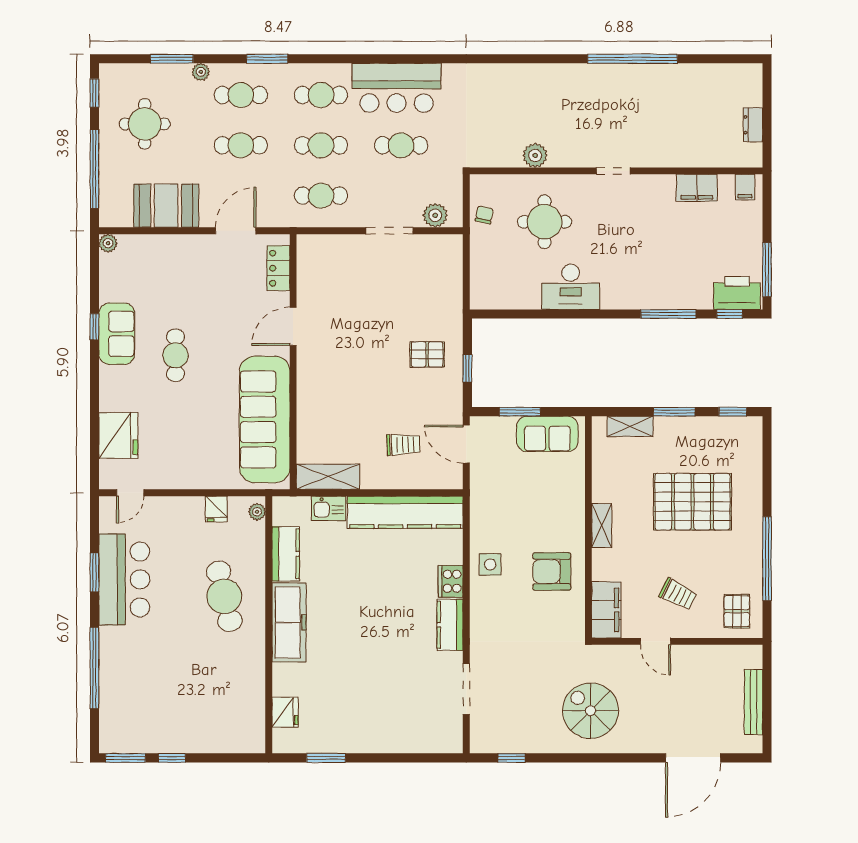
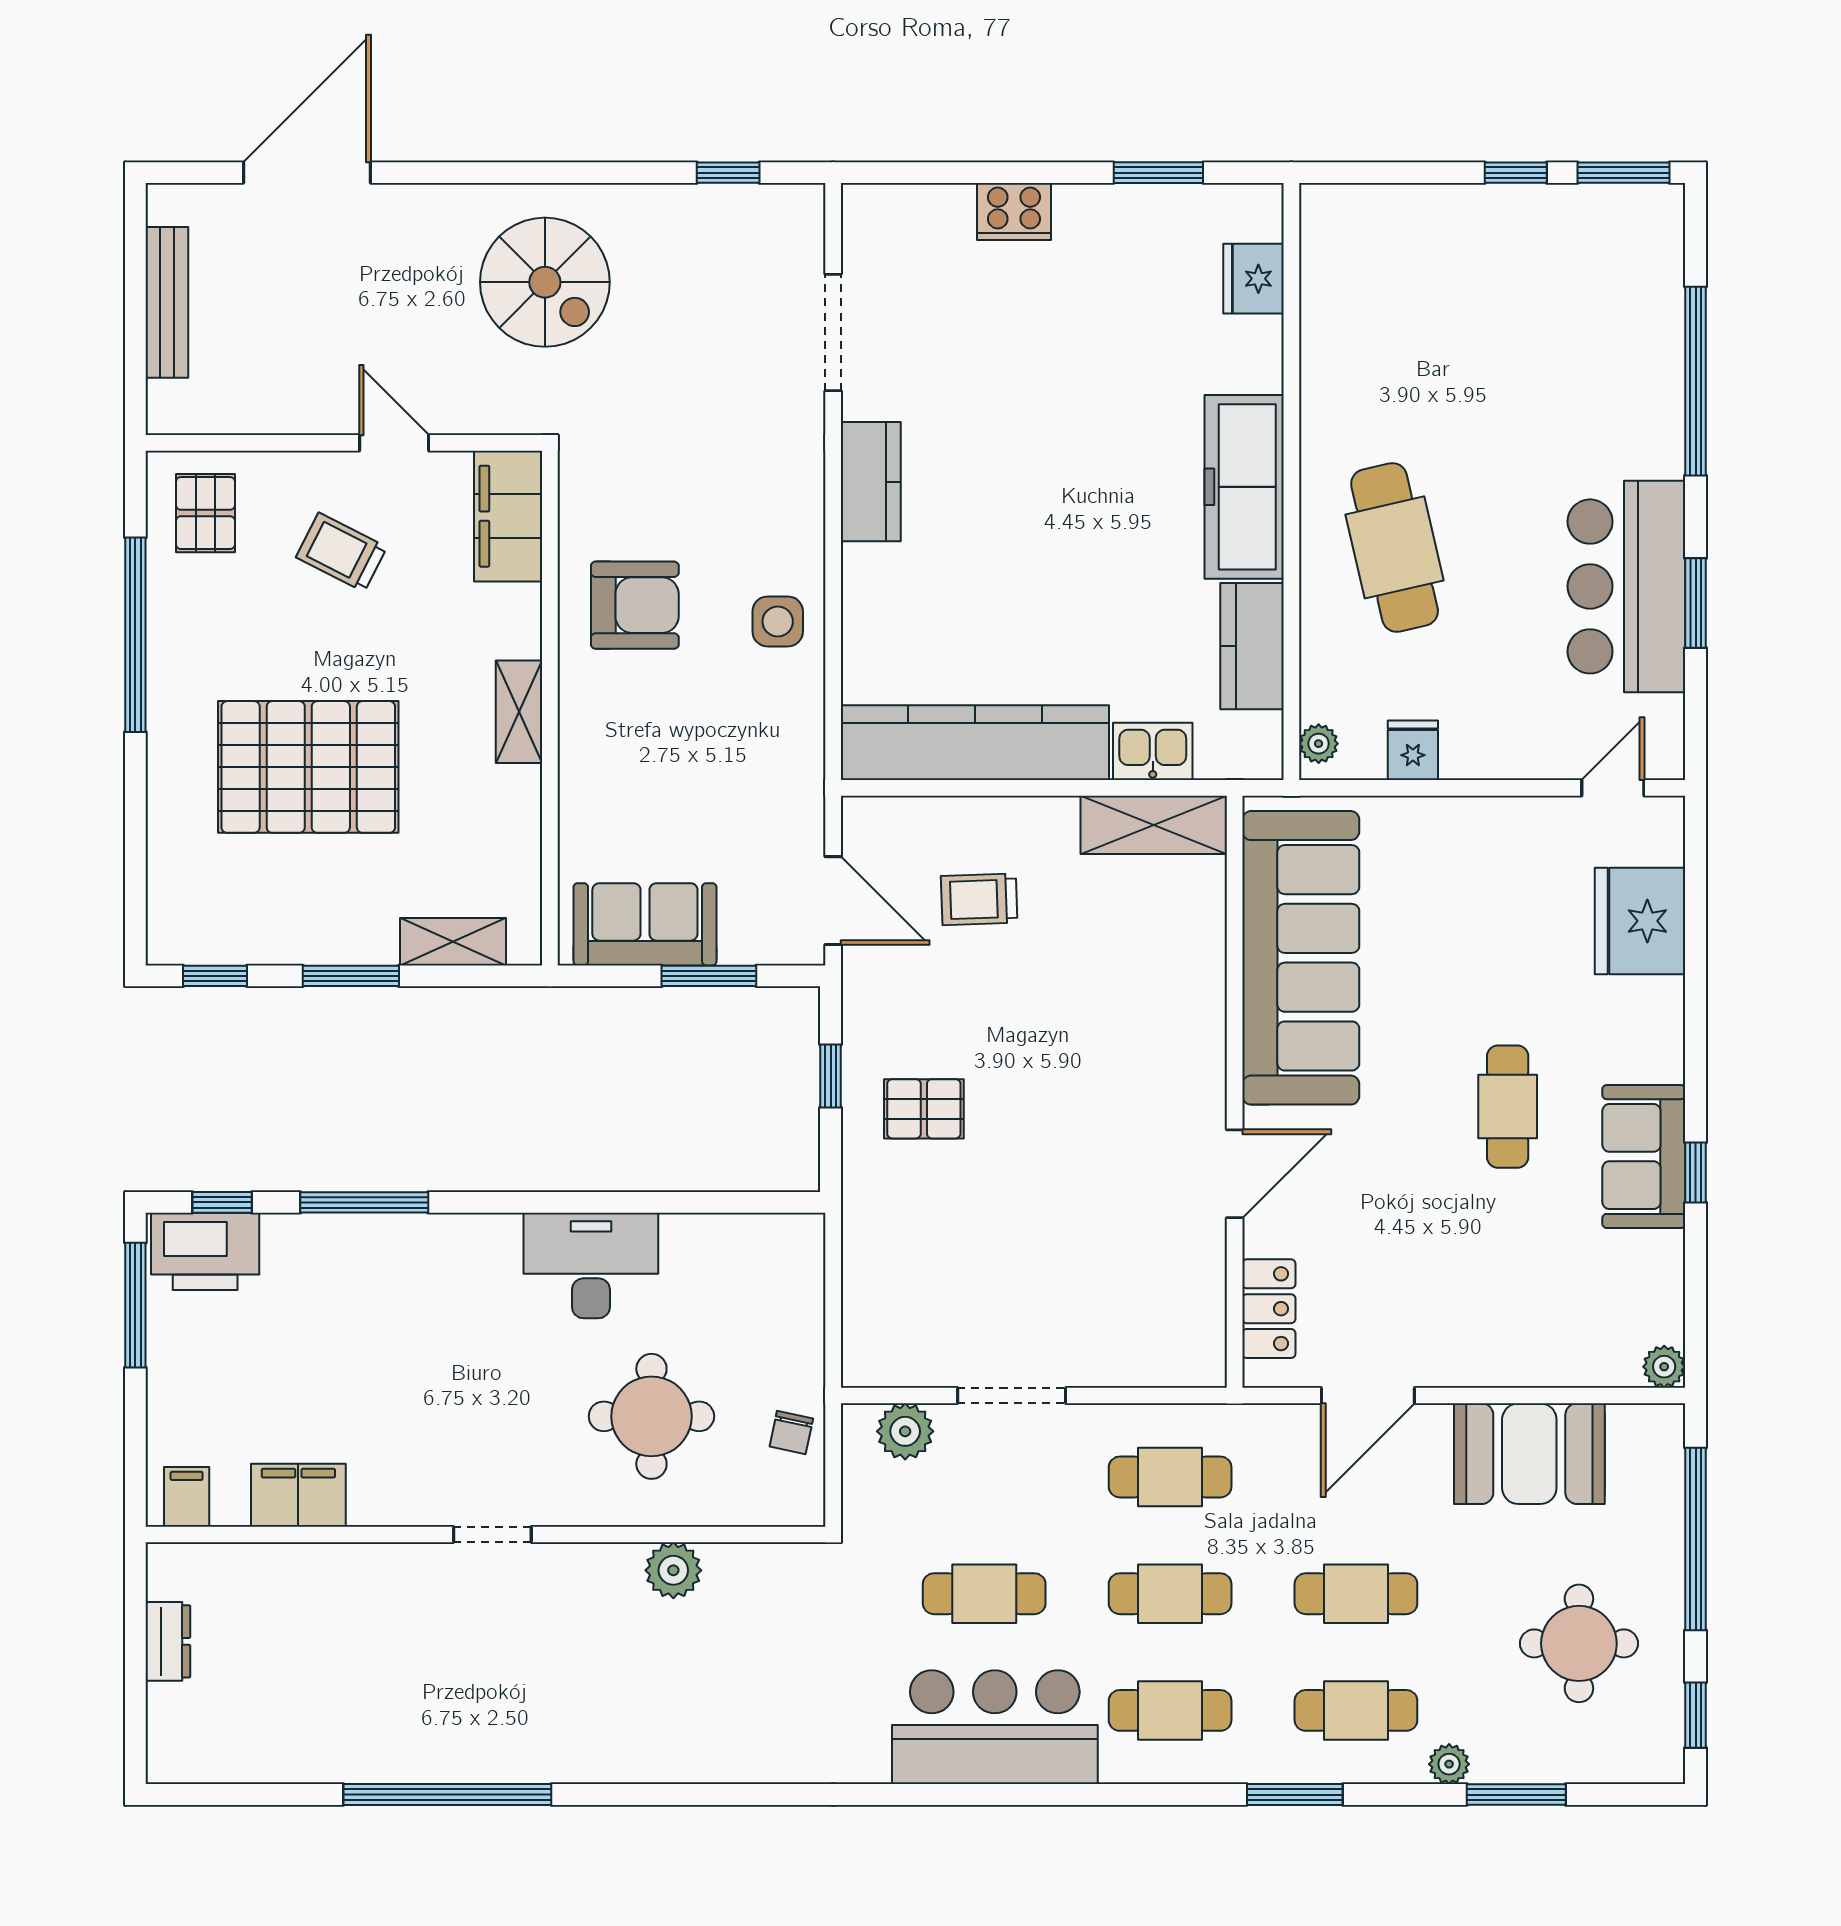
cooker: (451, 581) -> (1014, 211), moved, turned 90

